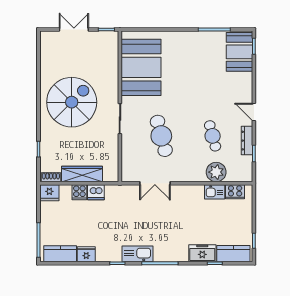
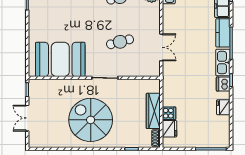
cafe table: (161, 136) -> (120, 42), width x0.73, depth x0.74
dishwasher: (96, 192) -> (223, 84), moved, turned 180
fridge: (49, 193) -> (170, 129), moved
kitchen counter: (60, 254) -> (223, 33), moved

